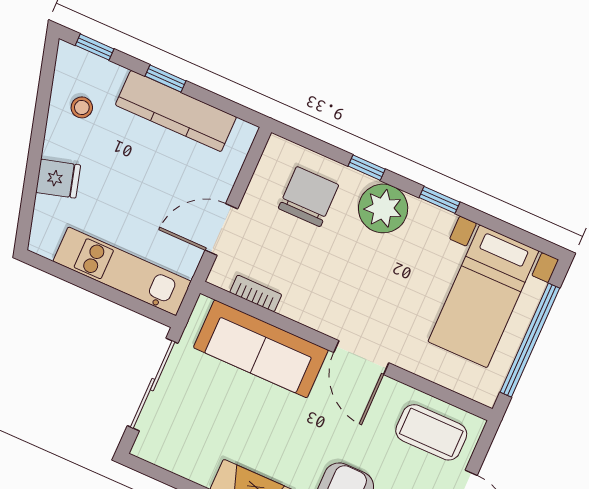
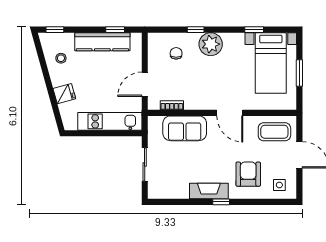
window: (165, 79) -> (115, 30), moved
chair: (309, 197) -> (176, 53), width x0.54, depth x0.54
window: (439, 200) -> (254, 30), moved
window: (530, 340) -> (299, 73), width x0.47
sofa: (261, 349) -> (185, 128), width x0.73
sliding door: (153, 385) -> (145, 165), width x0.73

